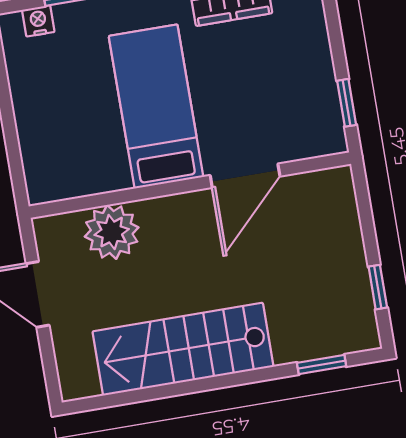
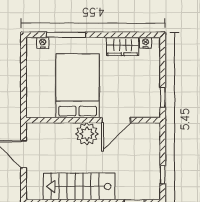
bed: (156, 106) -> (78, 86), width x1.50
plant: (112, 232) -> (87, 134), moved

